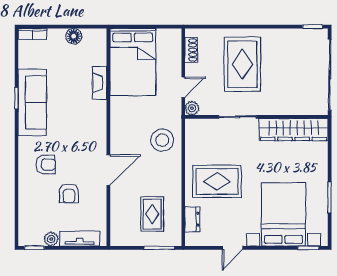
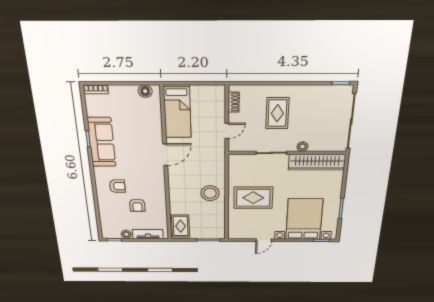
floor lamp: (74, 36) -> (145, 91), moved
bed: (133, 62) -> (177, 112), width x0.67
rug: (242, 64) -> (277, 113), width x0.73, depth x0.70
fireplace: (100, 83) -> (156, 128), removed
plant: (192, 108) -> (302, 147), moved
stool: (162, 140) -> (210, 193), moved
door: (108, 170) -> (165, 155), moved
rug: (152, 214) -> (181, 226), moved
dresser: (192, 219) -> (233, 222), removed

